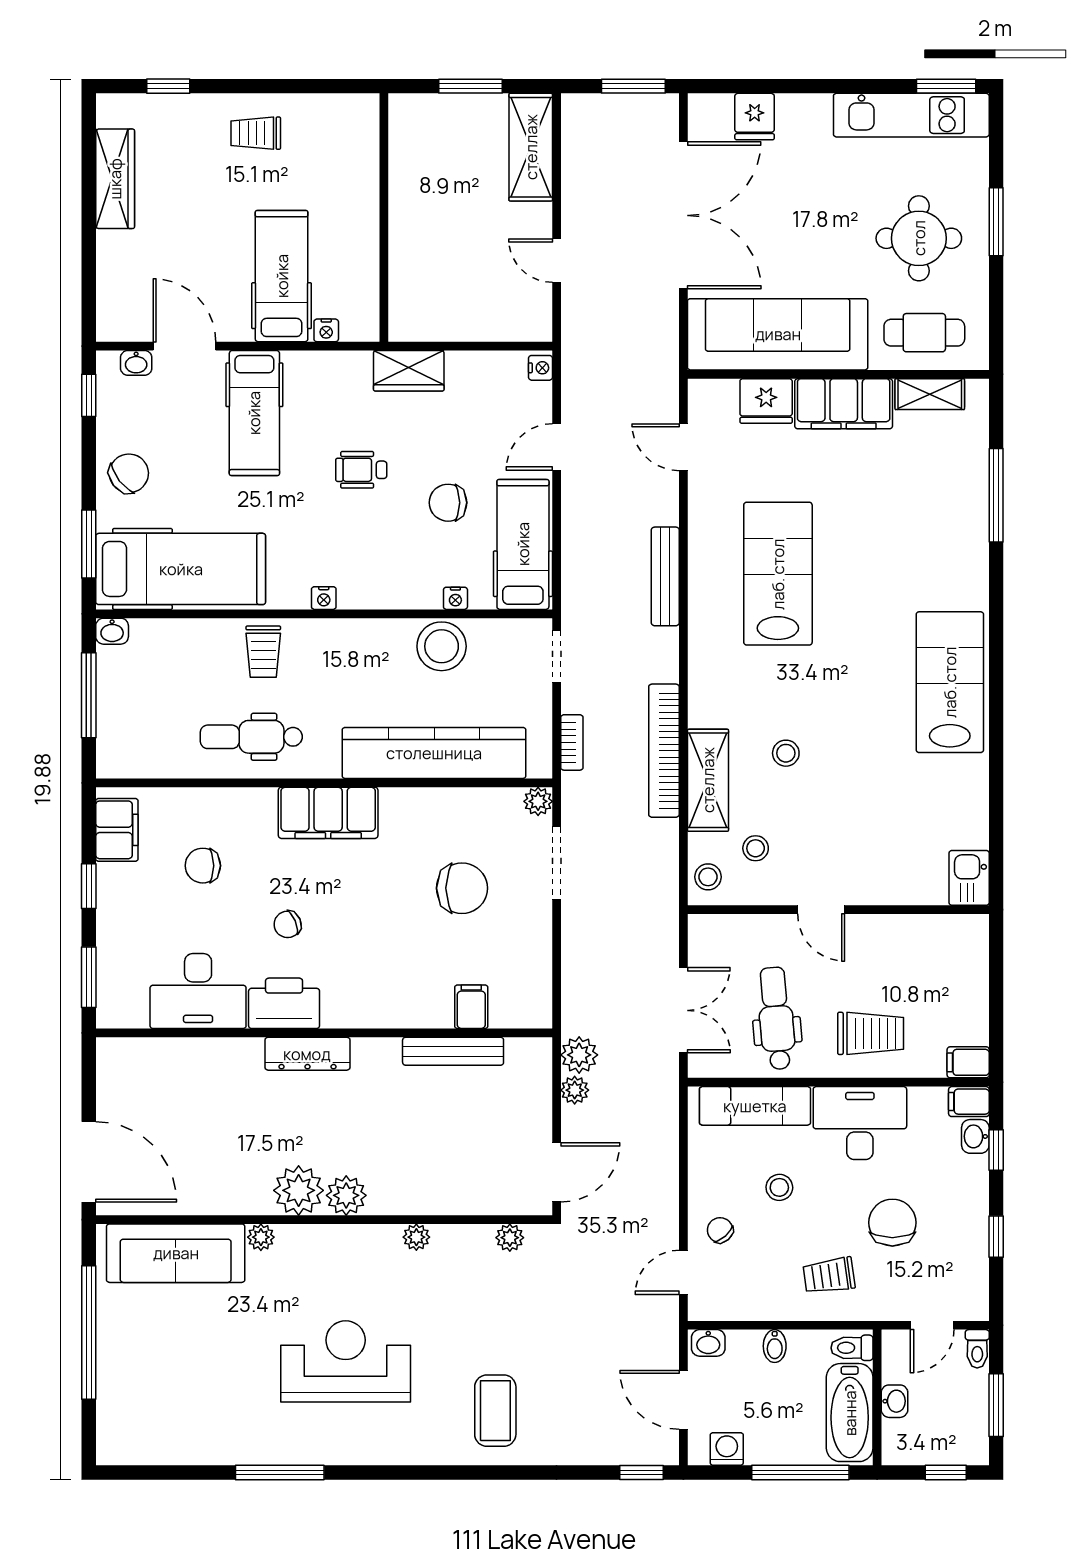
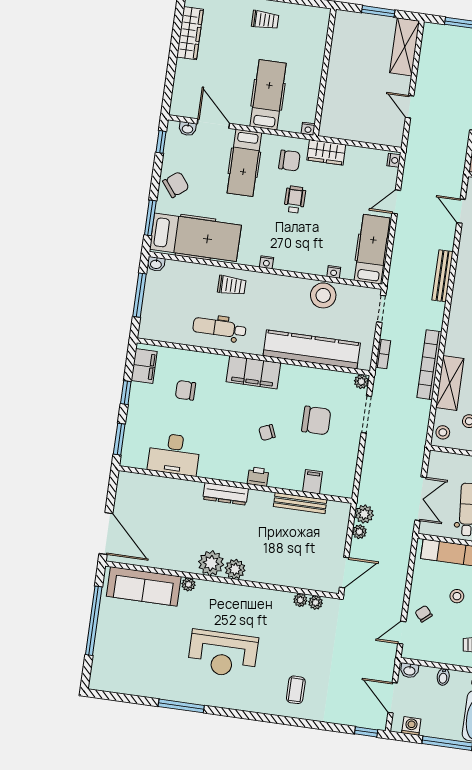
trolley: (256, 133) -> (265, 20), turned 180
nightstand: (326, 330) -> (308, 129), moved
wheelchair: (361, 470) -> (295, 199), turned 90
chair: (448, 503) -> (289, 161), moved, turned 180
trolley: (263, 652) -> (232, 285), turned -90
chair: (288, 924) -> (267, 432), moved
printer: (284, 1003) -> (258, 477), moved, width x0.53, depth x0.68
plant: (416, 1237) -> (300, 600), moved
reception desk: (346, 1361) -> (223, 654), turned 180
coffee table: (495, 1411) -> (296, 690), width x0.73, depth x0.77

